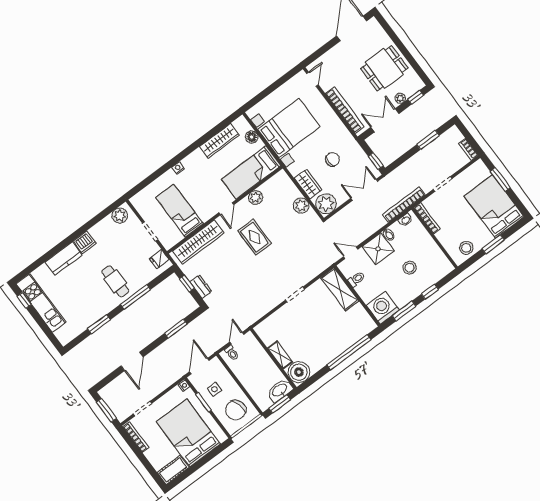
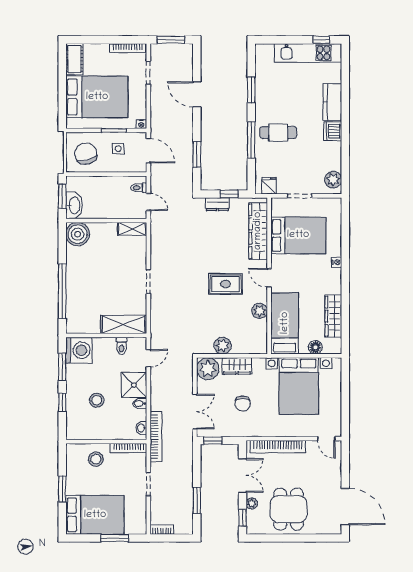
bed: (180, 211) -> (298, 235), width x1.50
stool: (466, 248) -> (96, 459), moved
shelving: (280, 355) -> (132, 229), moved

